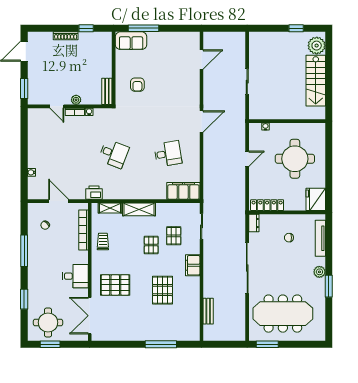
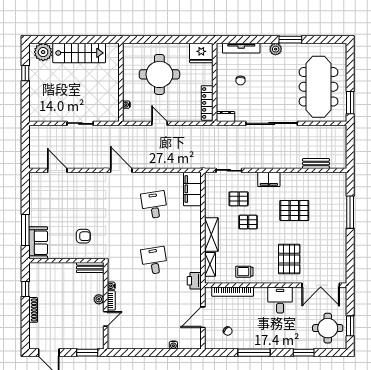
desk: (114, 154) -> (154, 261), turned -30

